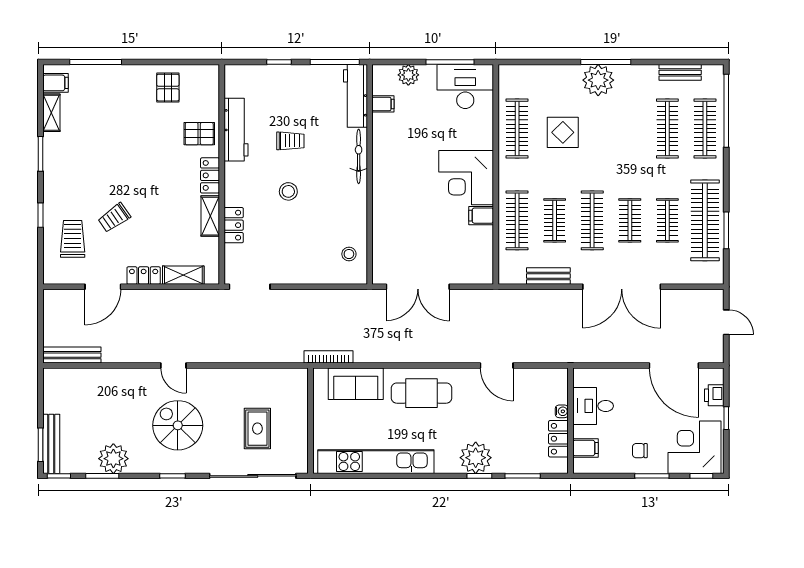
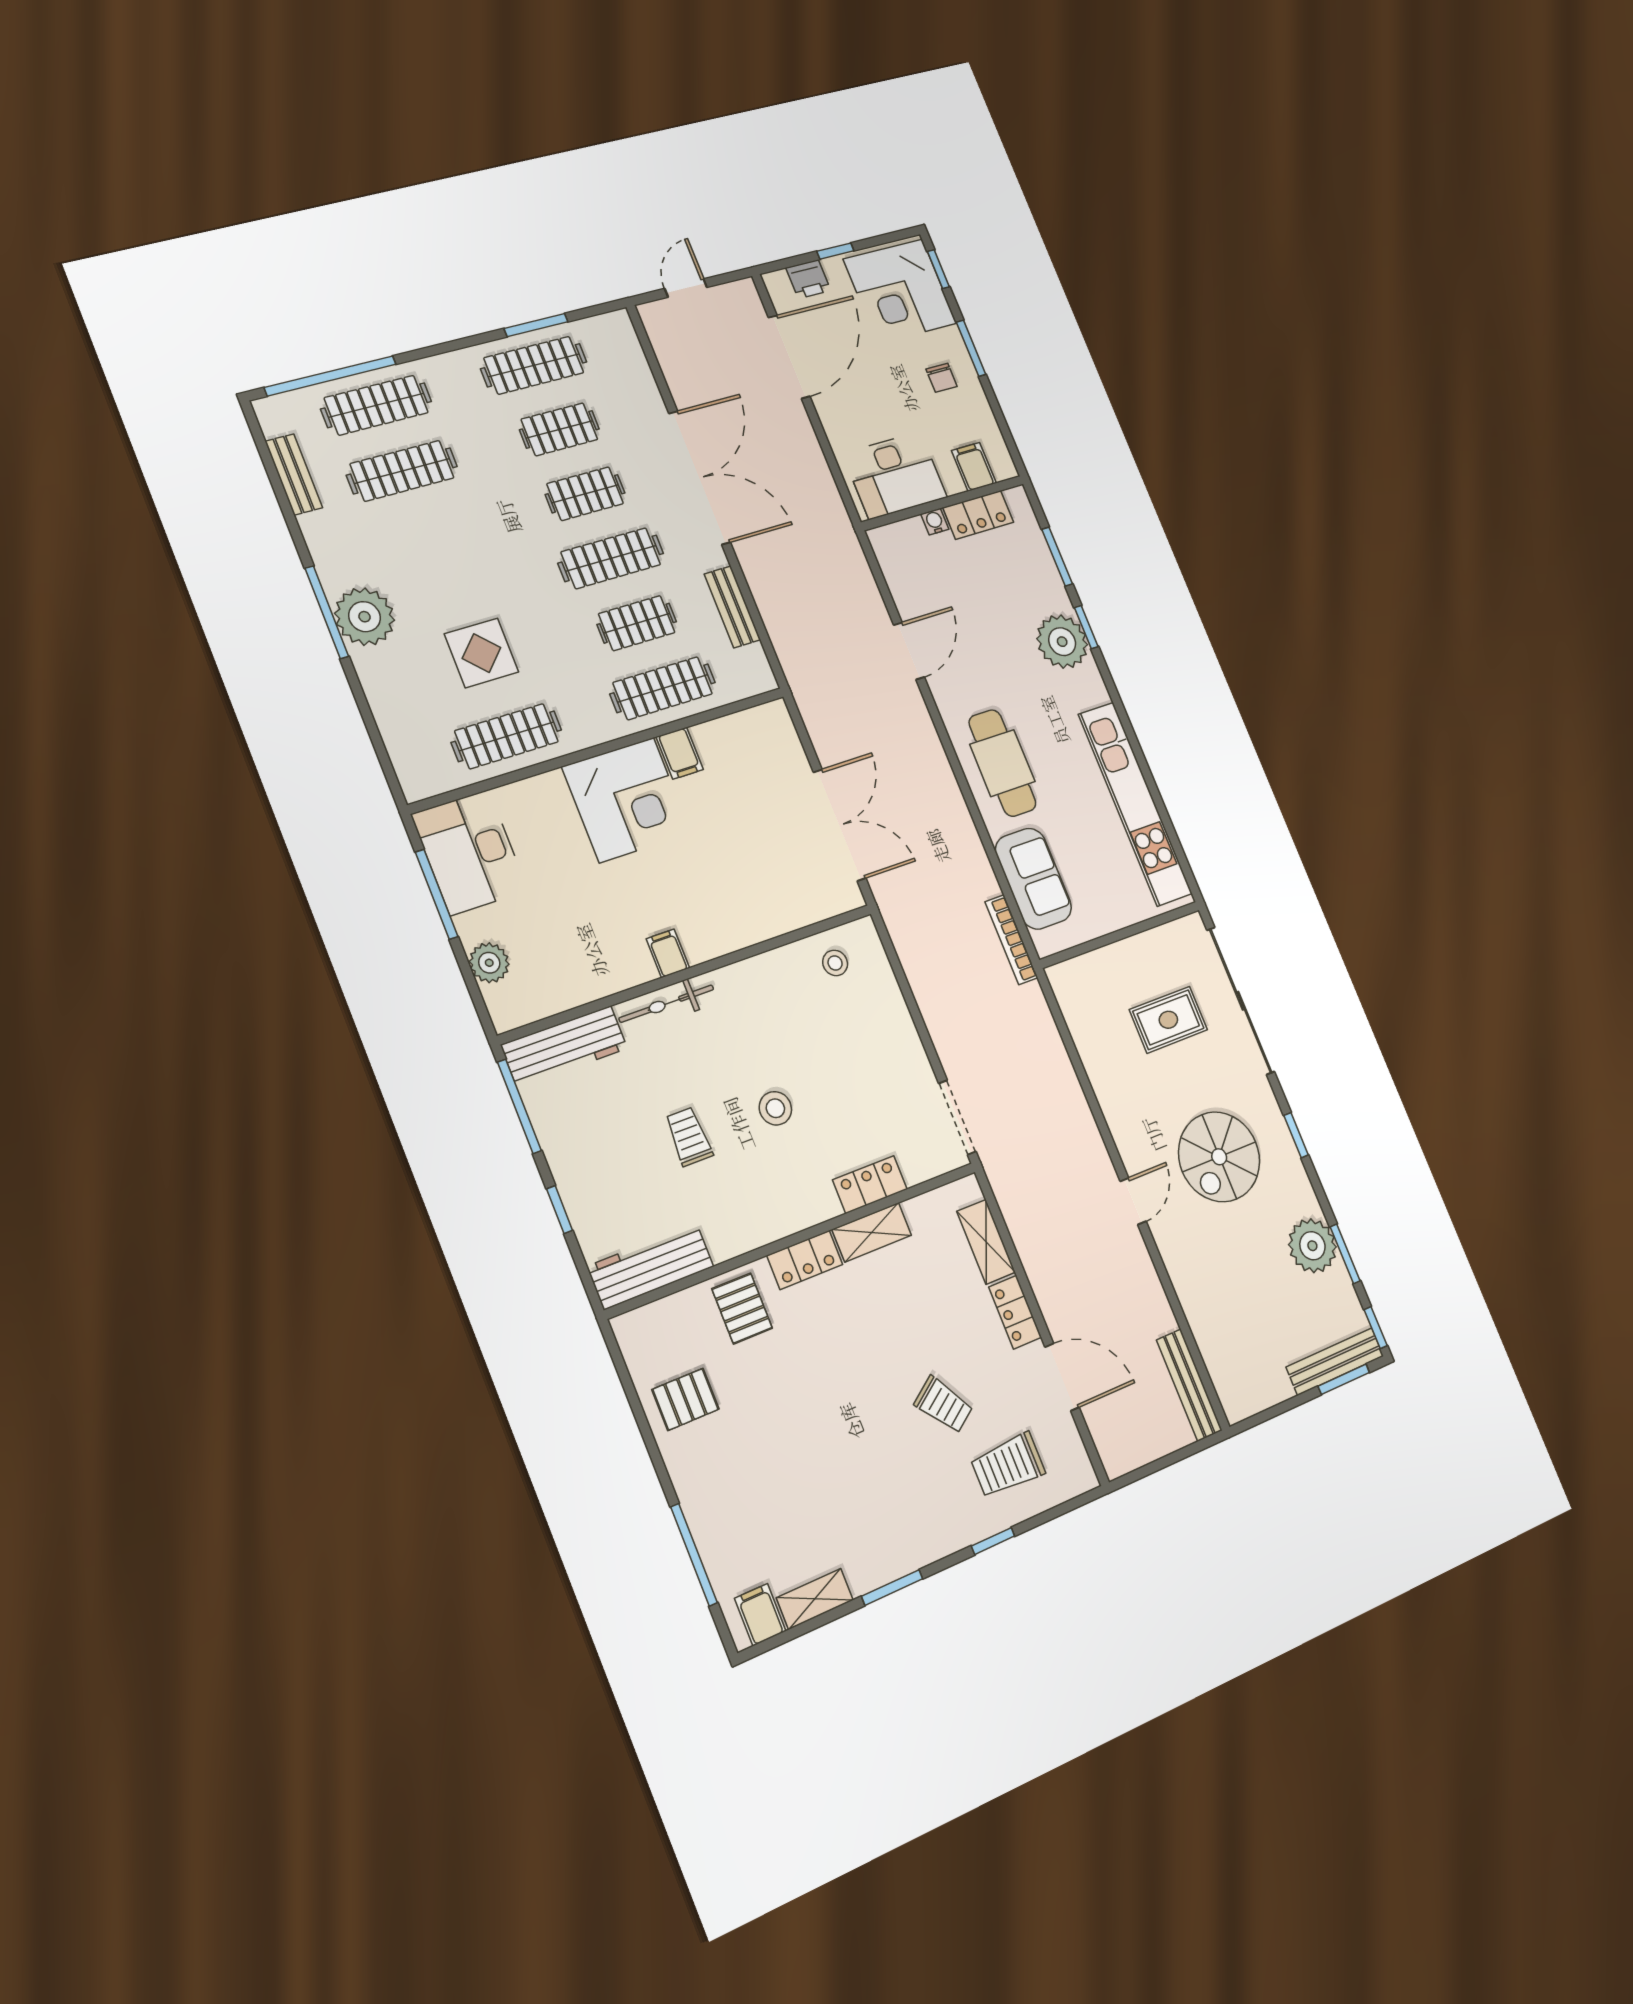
filing cabinet: (383, 104) -> (668, 953), moved
workbench: (236, 130) -> (650, 1266), moved
clothes rail: (705, 220) -> (534, 365), width x0.73, depth x0.76
desk: (593, 406) -> (895, 475), width x1.37

